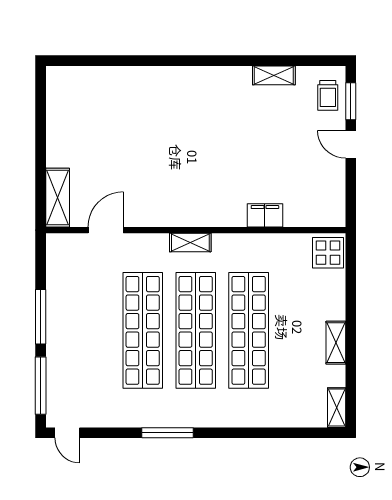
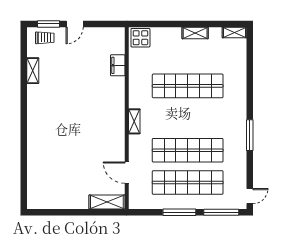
filing cabinet: (265, 215) -> (118, 65), moved
shop shelf: (196, 330) -> (188, 182), moved

